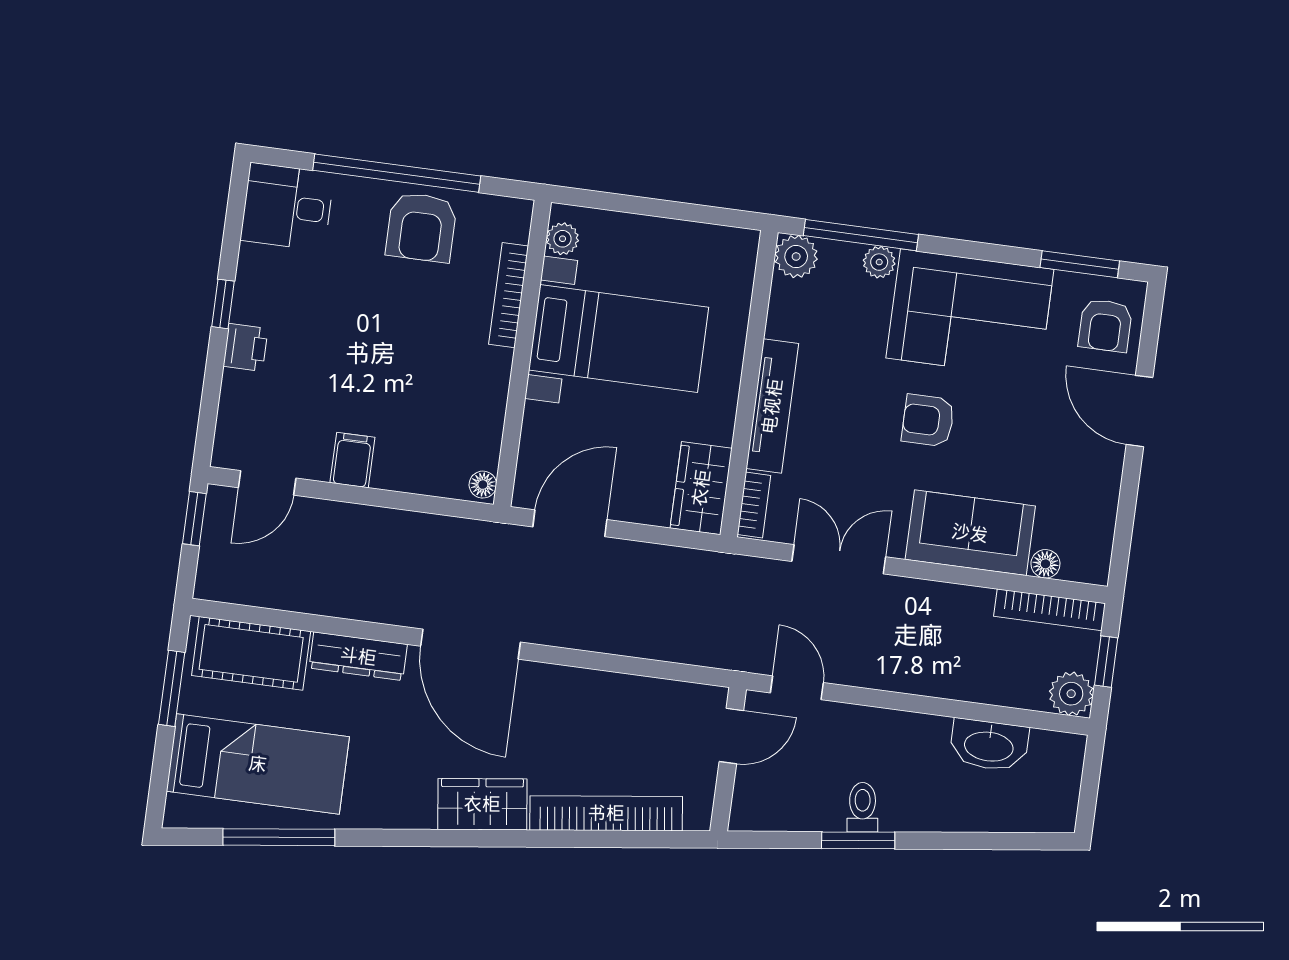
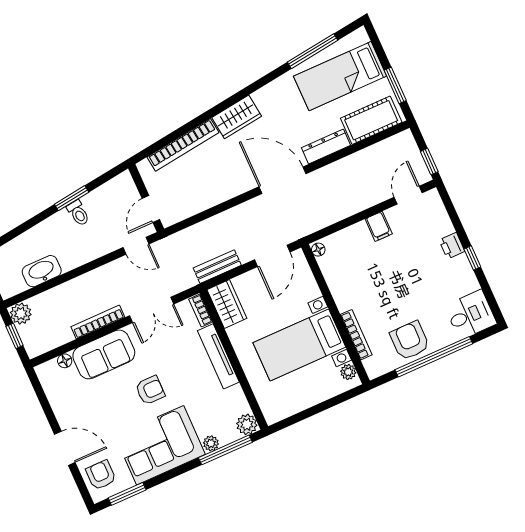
bench: (678, 564) -> (217, 267), added
bookcase: (1050, 610) -> (98, 322), moved

